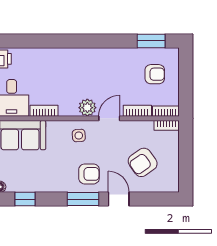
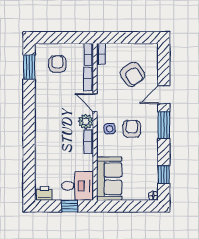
bookcase: (44, 111) -> (89, 142), moved
armchair: (89, 174) -> (132, 129), moved

